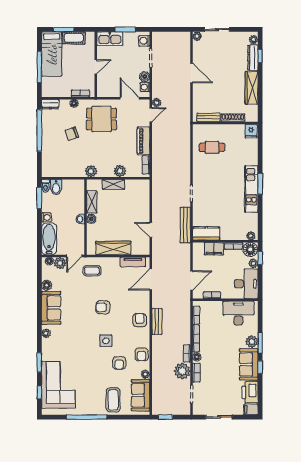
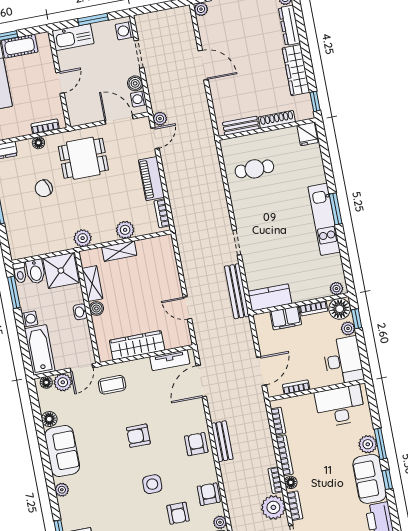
window: (260, 56) -> (315, 101), moved
shower: (73, 190) -> (61, 271), added
armchair: (142, 354) -> (209, 494), turned 180

